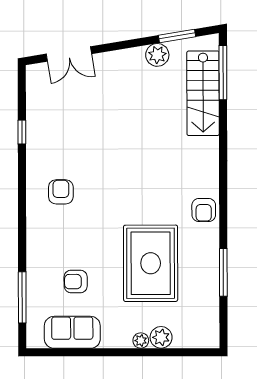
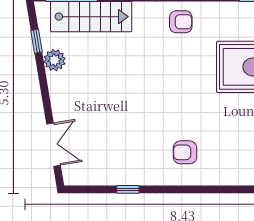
window: (177, 36) -> (37, 41), width x0.67
armchair: (204, 210) -> (181, 22), moved

